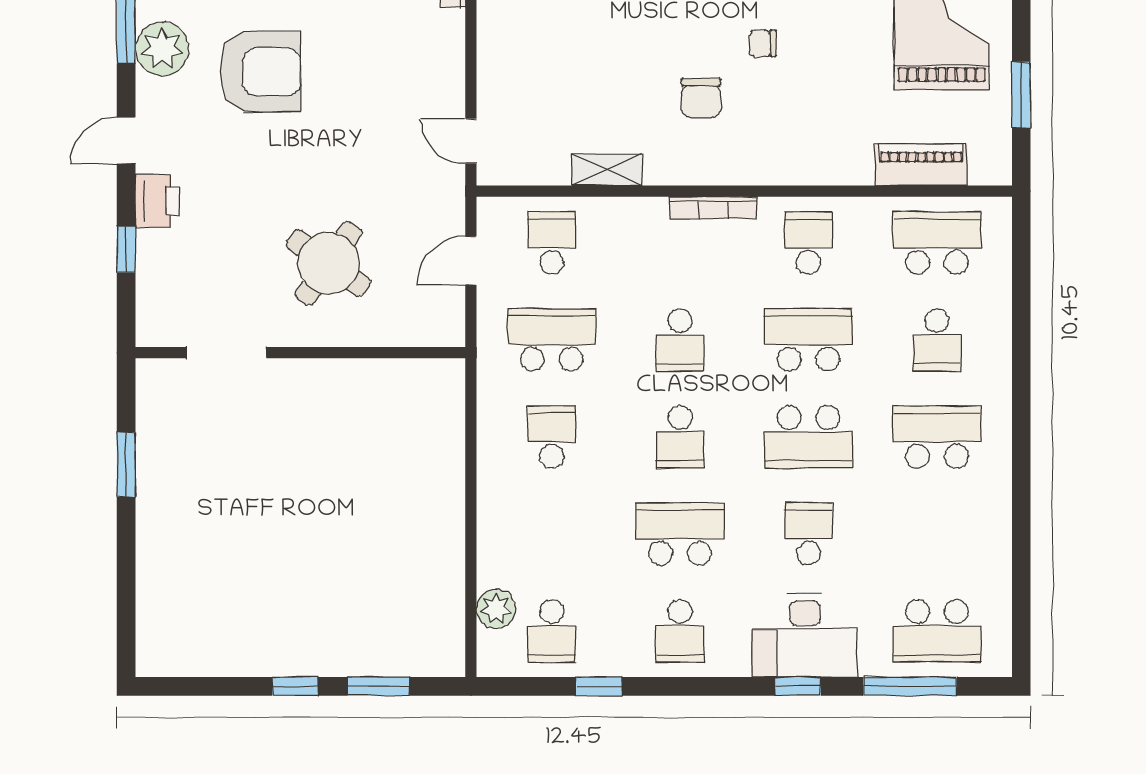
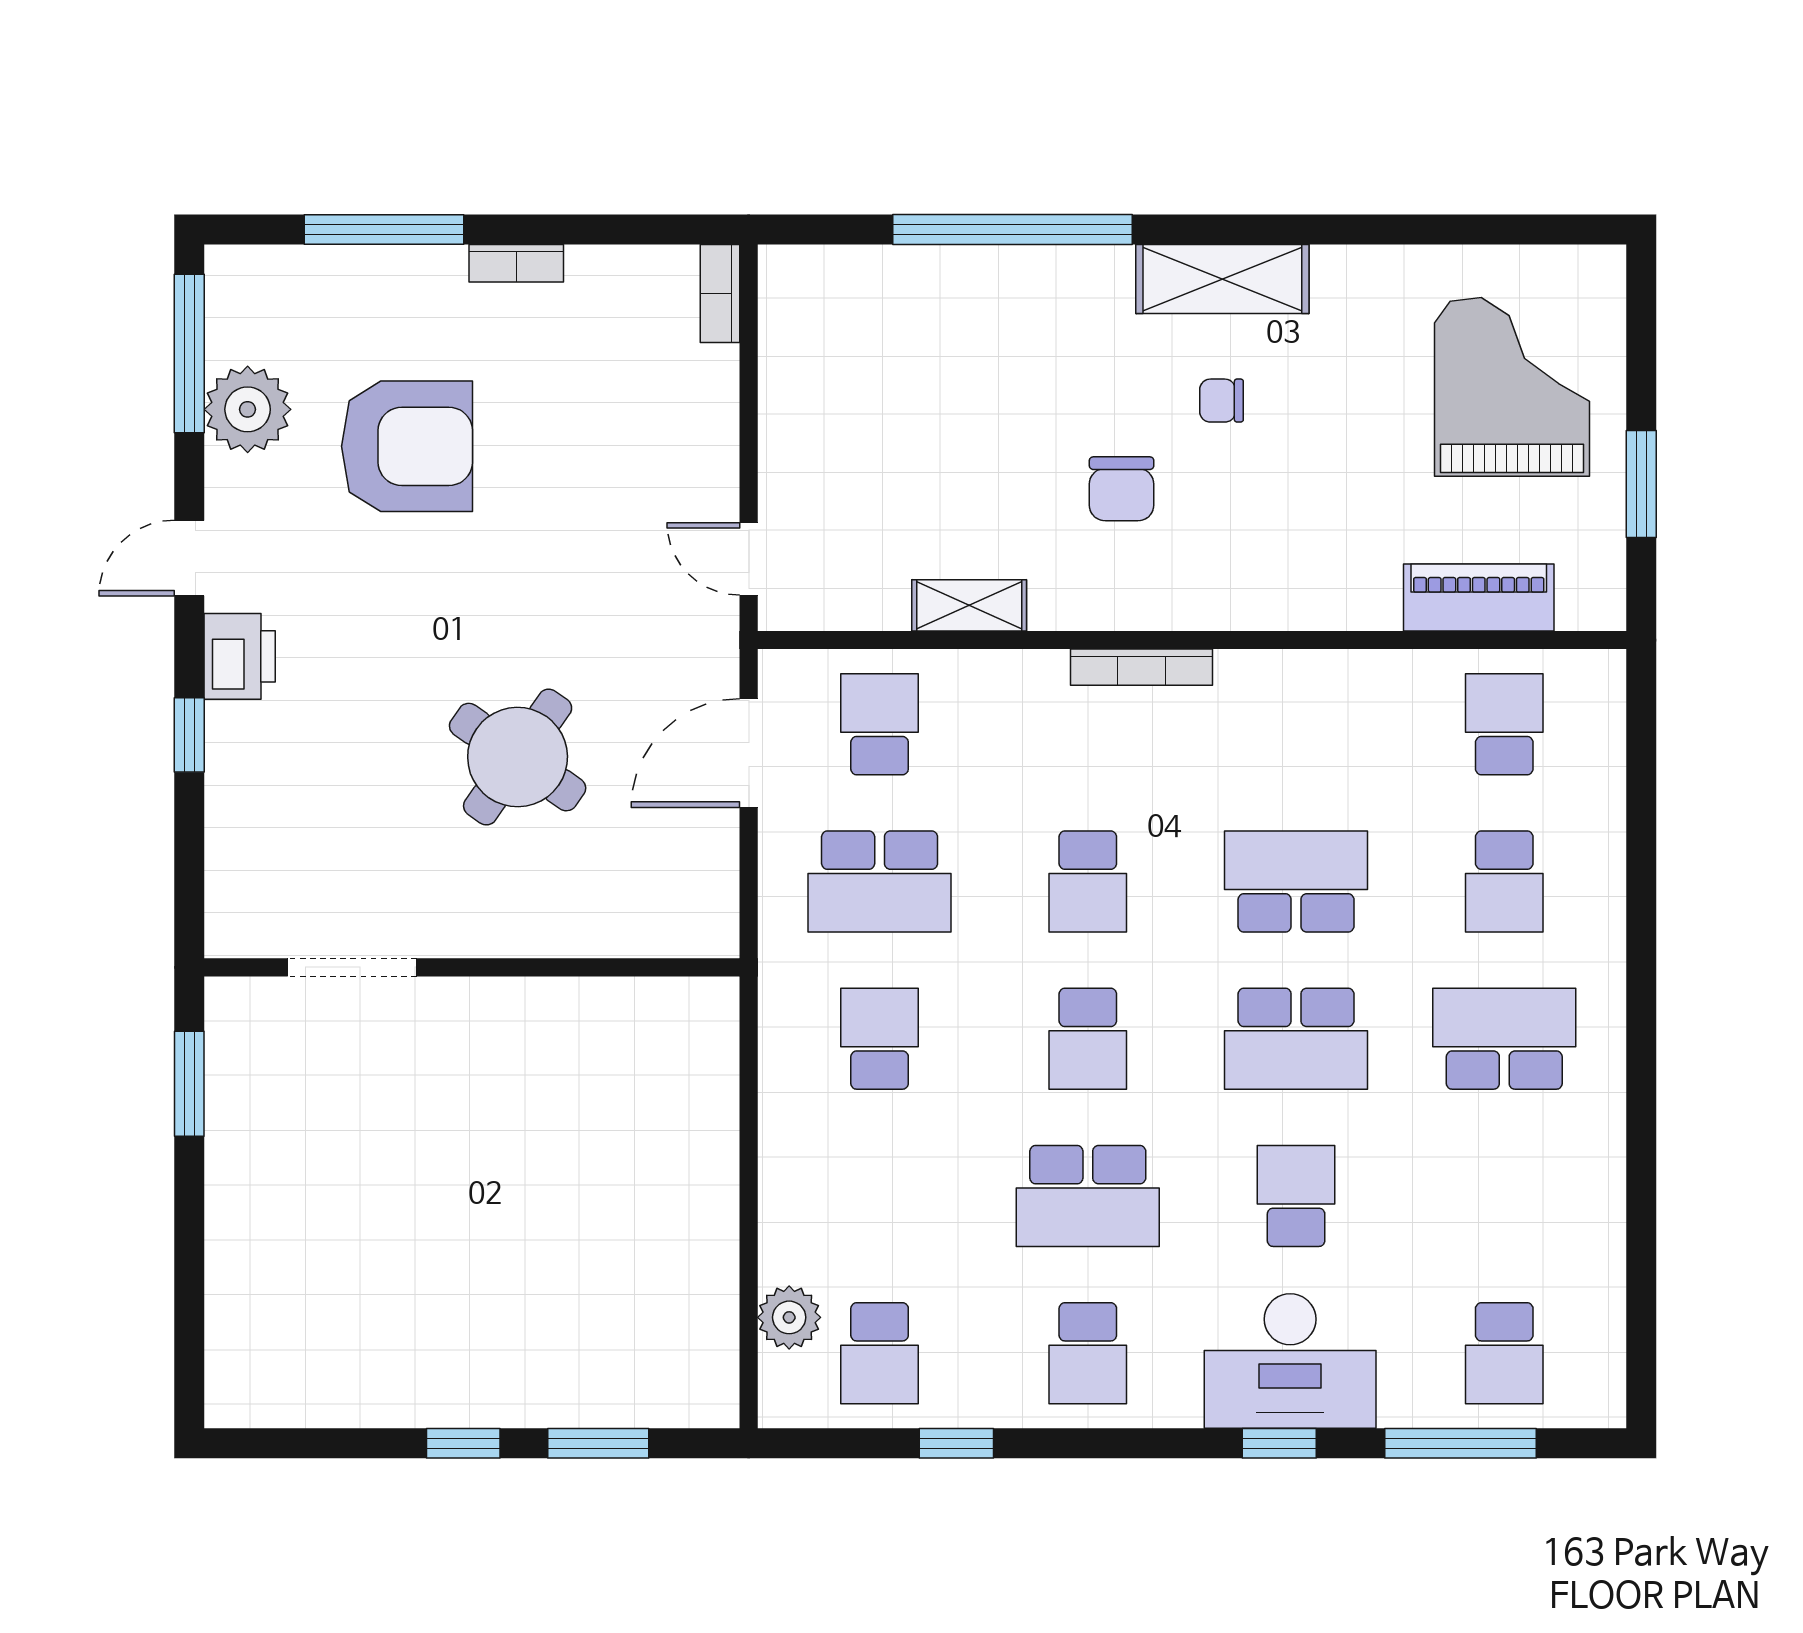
school desk: (808, 243) -> (1296, 724), removed
school desk: (937, 243) -> (1504, 724), width x0.54
door: (471, 261) -> (749, 753), width x1.38
school desk: (552, 340) -> (880, 881), turned 180
doorway: (227, 353) -> (352, 967), moved
wall: (300, 353) -> (472, 967), moved
school desk: (680, 534) -> (1088, 1196), turned 180
school desk: (937, 631) -> (1504, 1353), width x0.54

